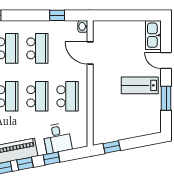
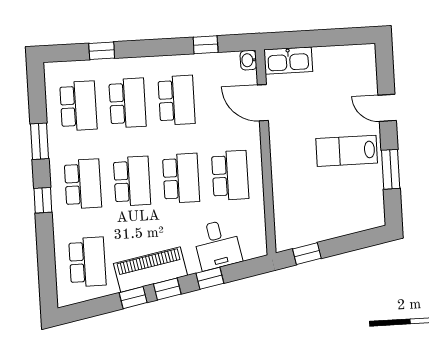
kitchen sink: (153, 35) -> (288, 61), moved, turned -90

